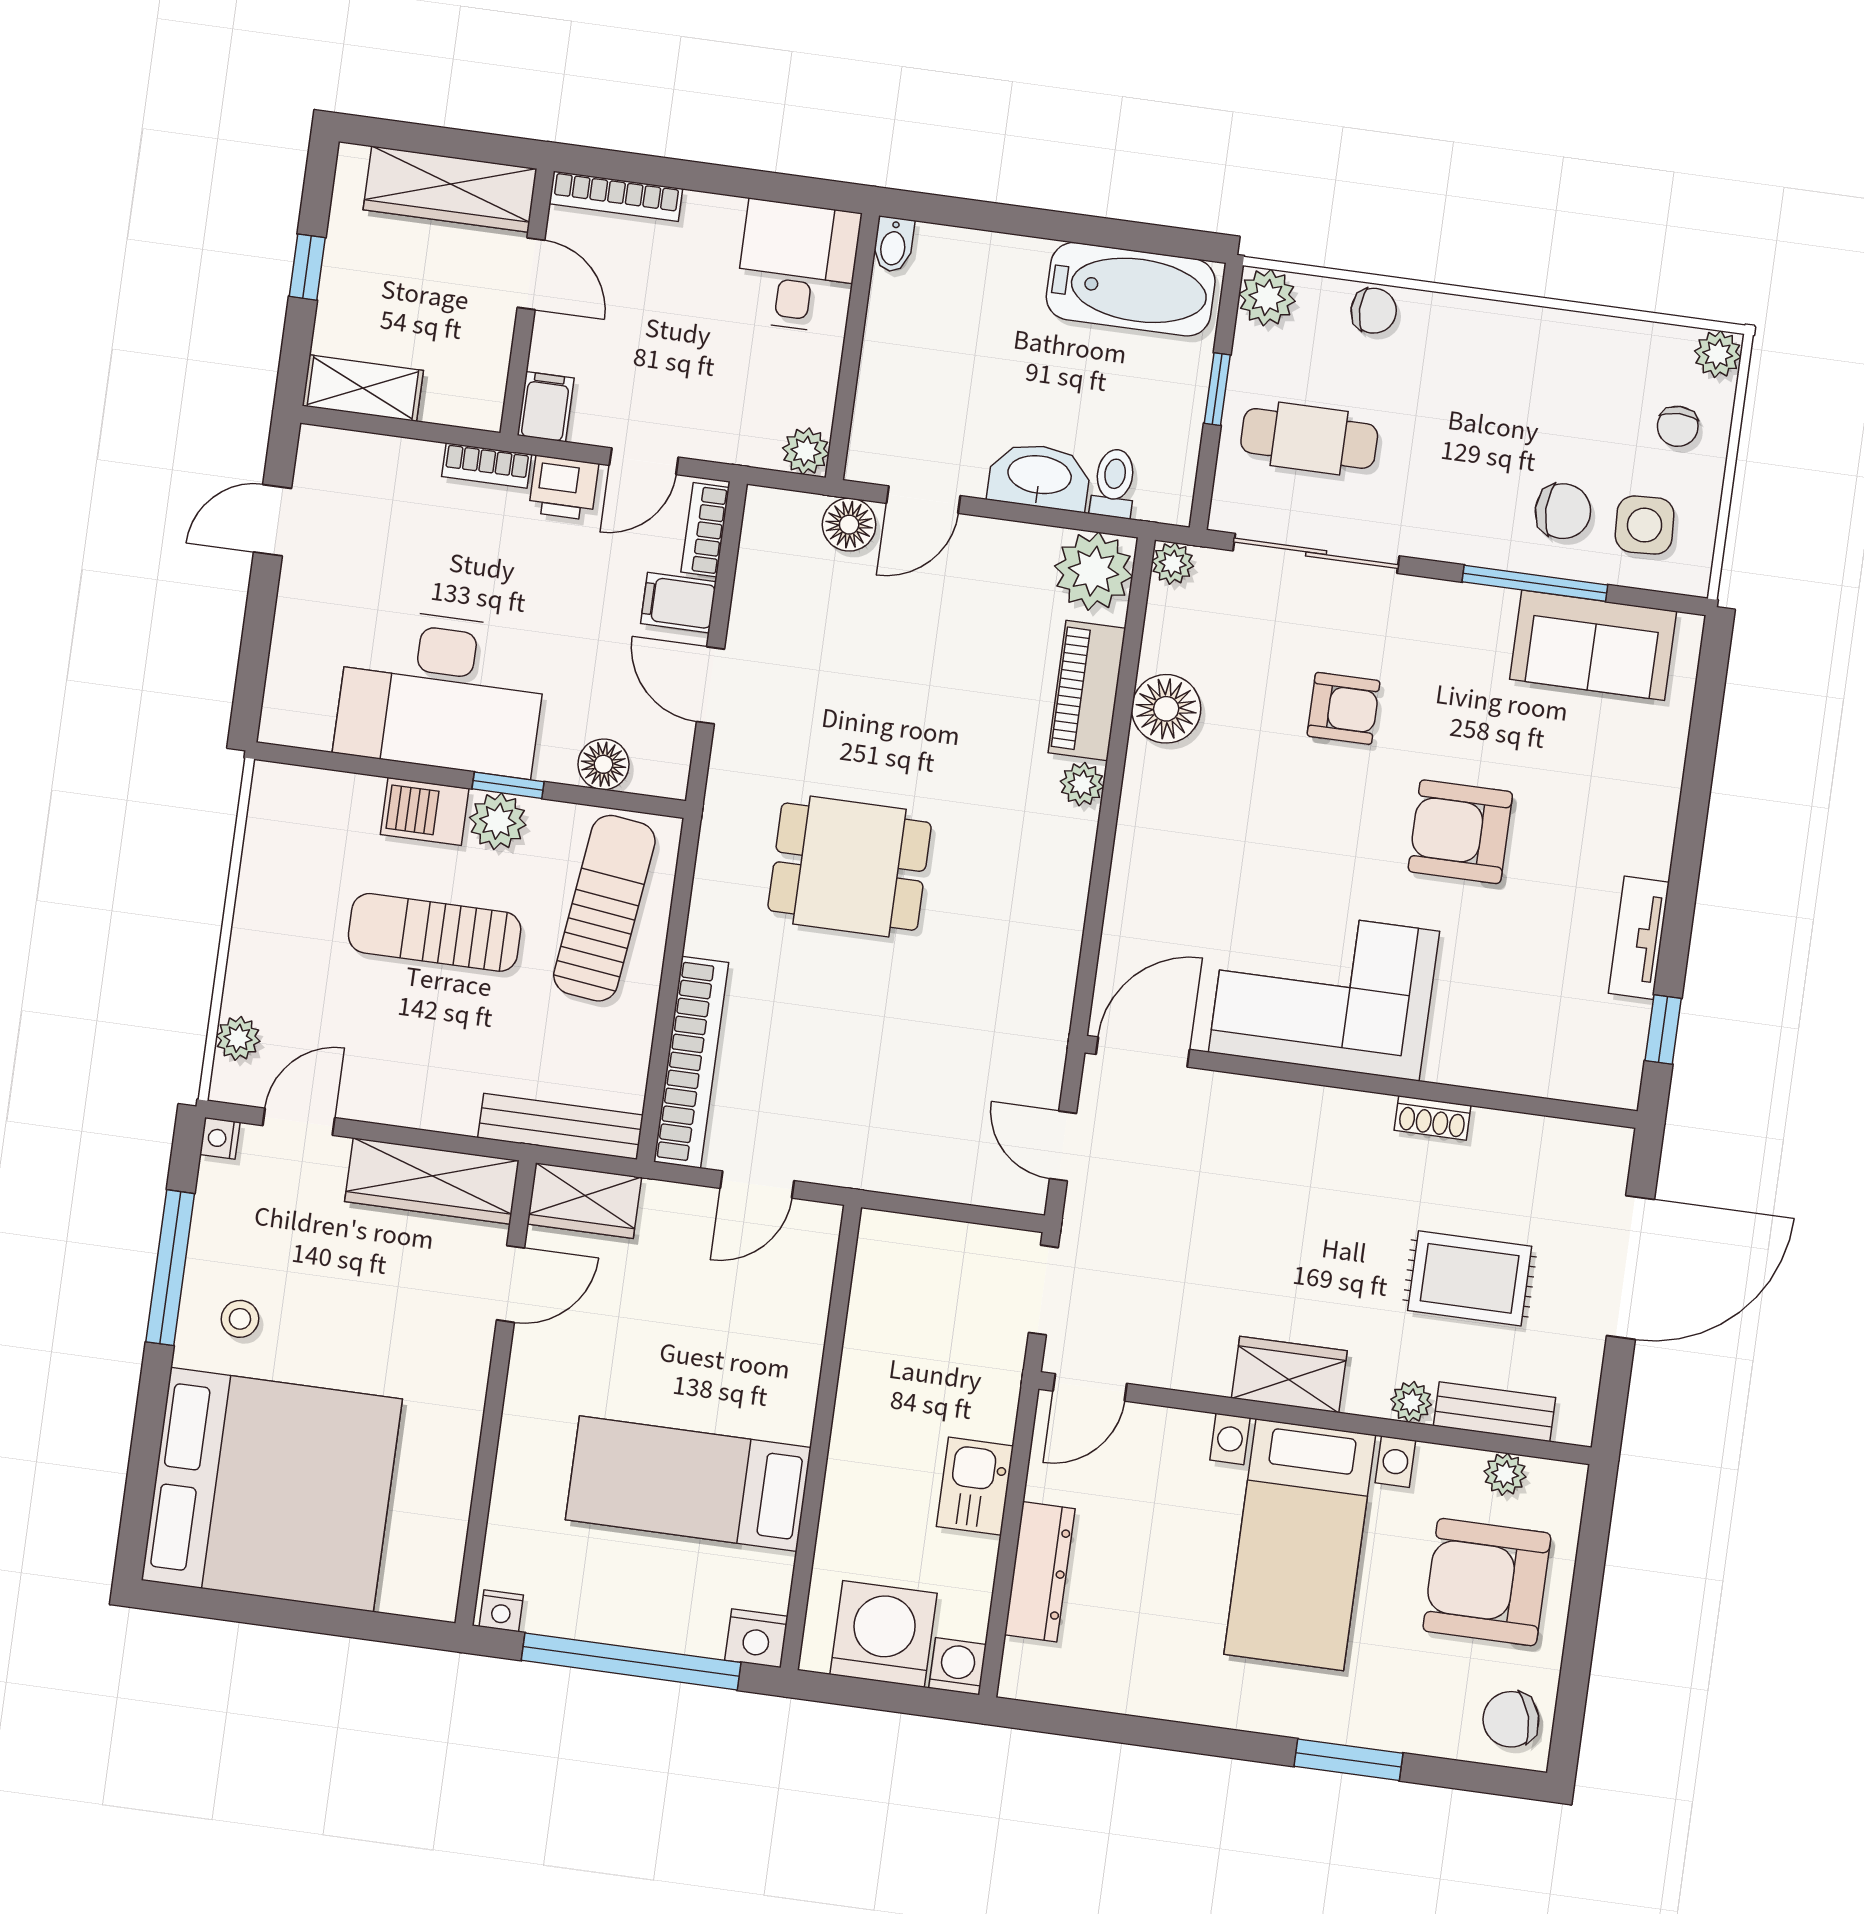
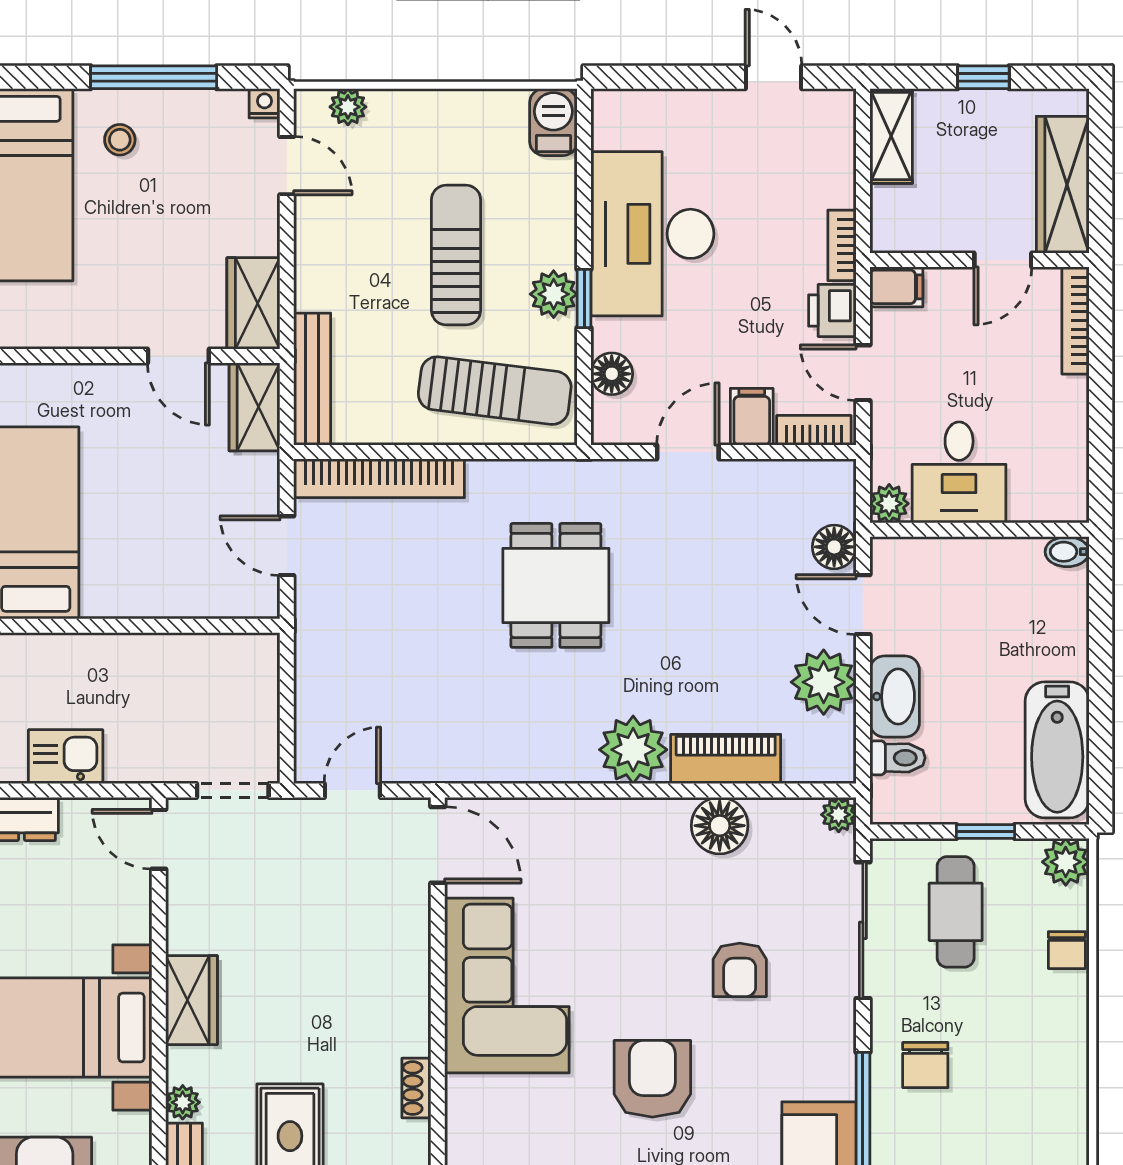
desk: (797, 266) -> (959, 472), moved, turned 90
chair: (1563, 511) -> (925, 1065), moved
plant: (1093, 571) -> (824, 682), moved
plant: (1082, 784) -> (633, 750), width x1.87, depth x1.87
barbecue: (425, 811) -> (553, 122), moved
wardrobe: (432, 1181) -> (253, 303), width x0.67

